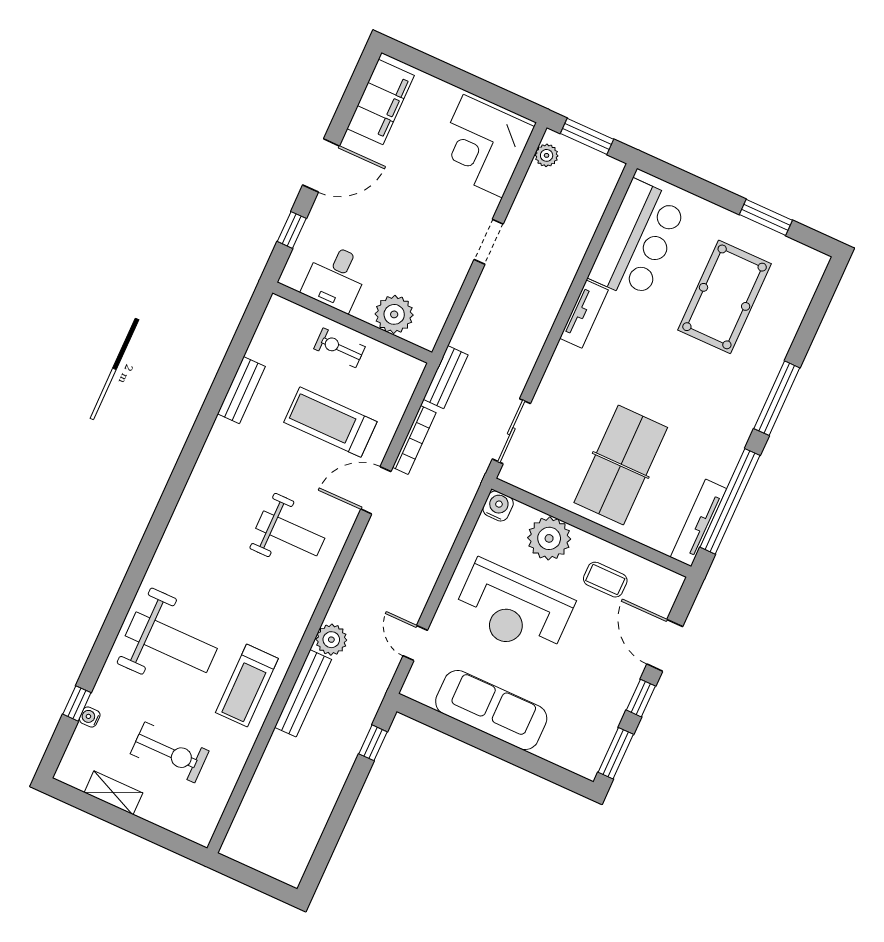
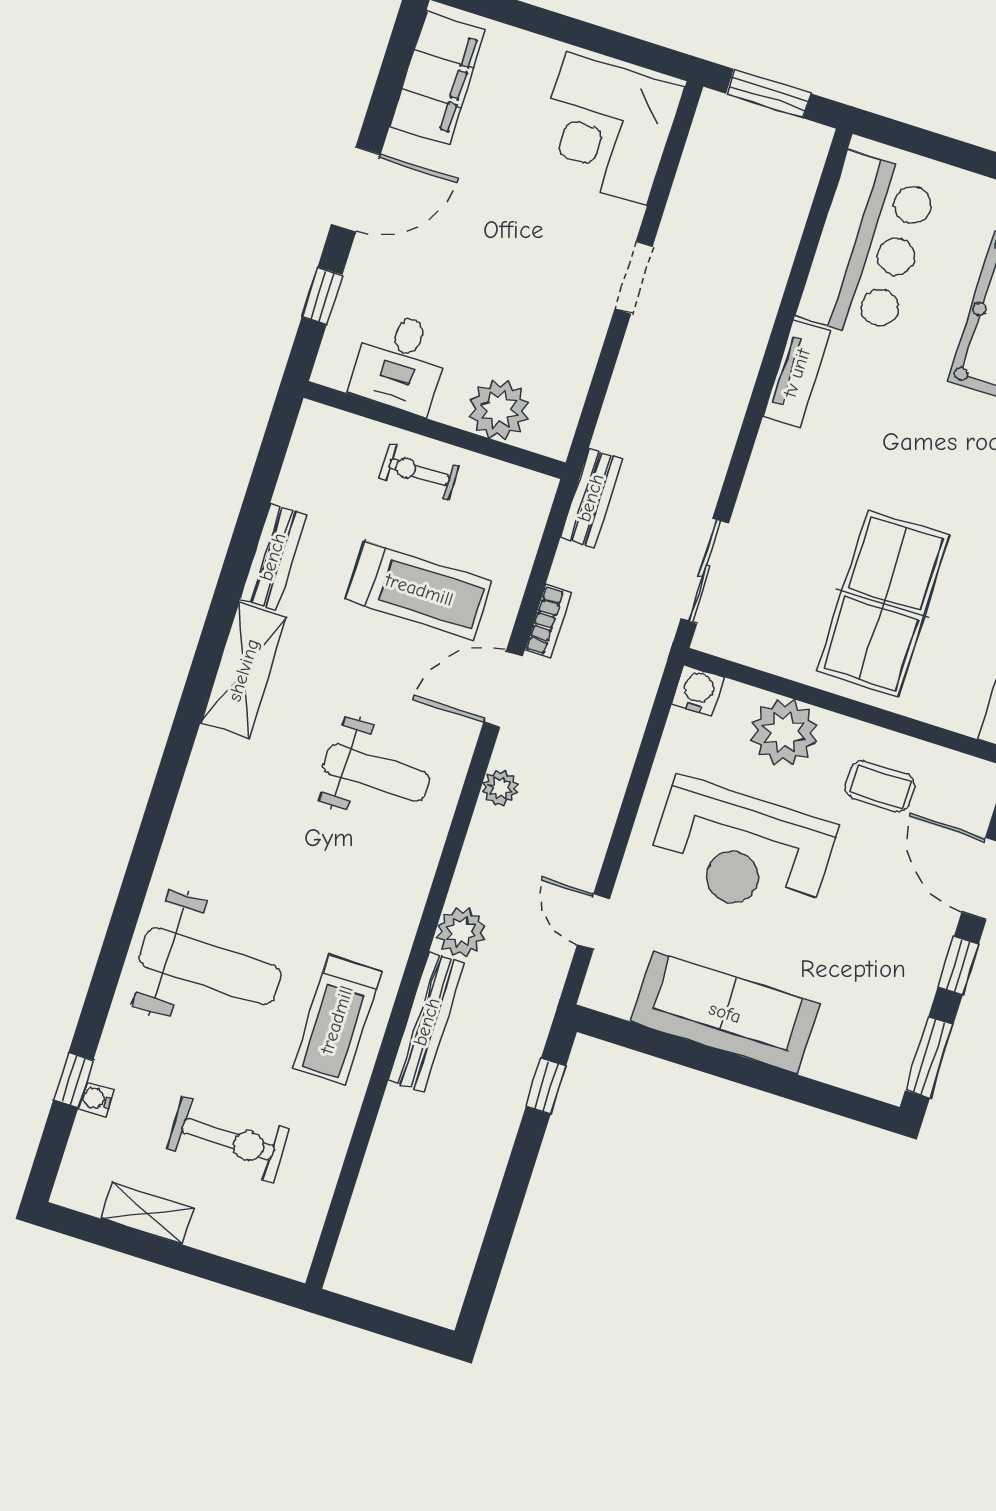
plant: (547, 155) -> (500, 788), moved
treadmill: (330, 422) -> (419, 590), turned 180
bookcase: (414, 440) -> (548, 621), width x0.64
shelving: (214, 459) -> (244, 670), added

